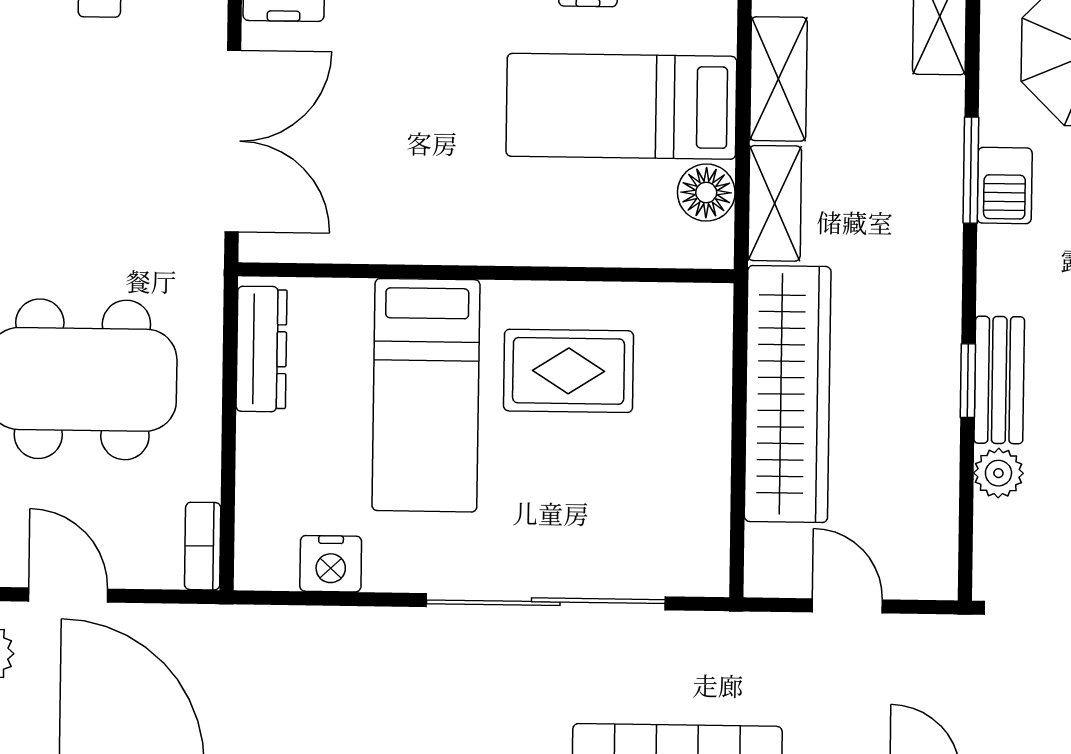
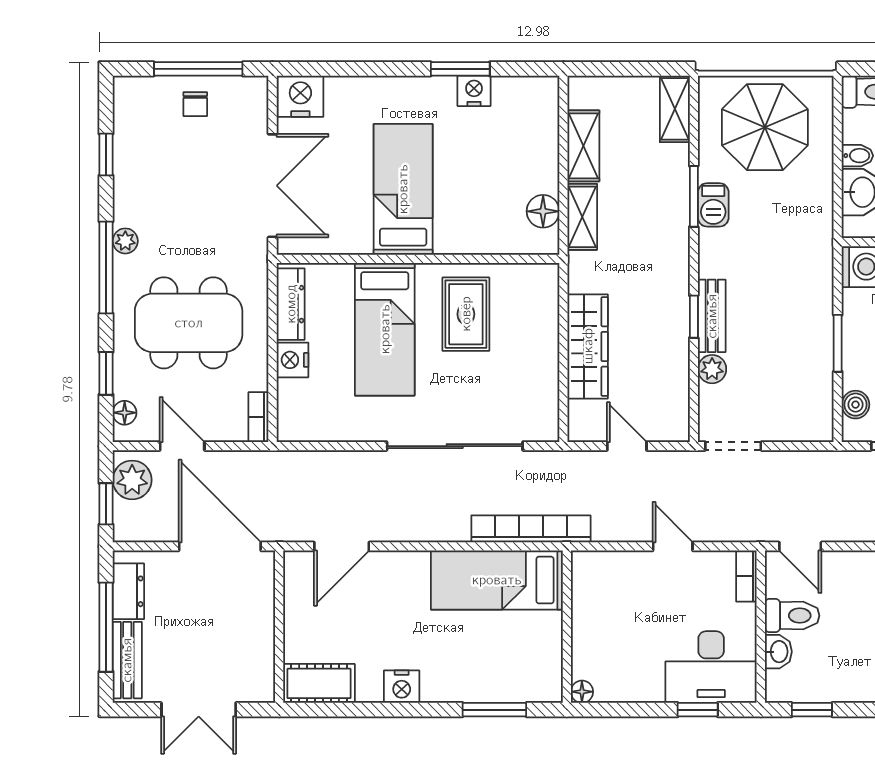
bed: (621, 106) -> (403, 189), moved, turned 90
rug: (569, 371) -> (466, 314), turned 90
wardrobe: (788, 394) -> (588, 346), width x0.71, depth x0.85
nightstand: (331, 564) -> (292, 360), moved, turned 90

